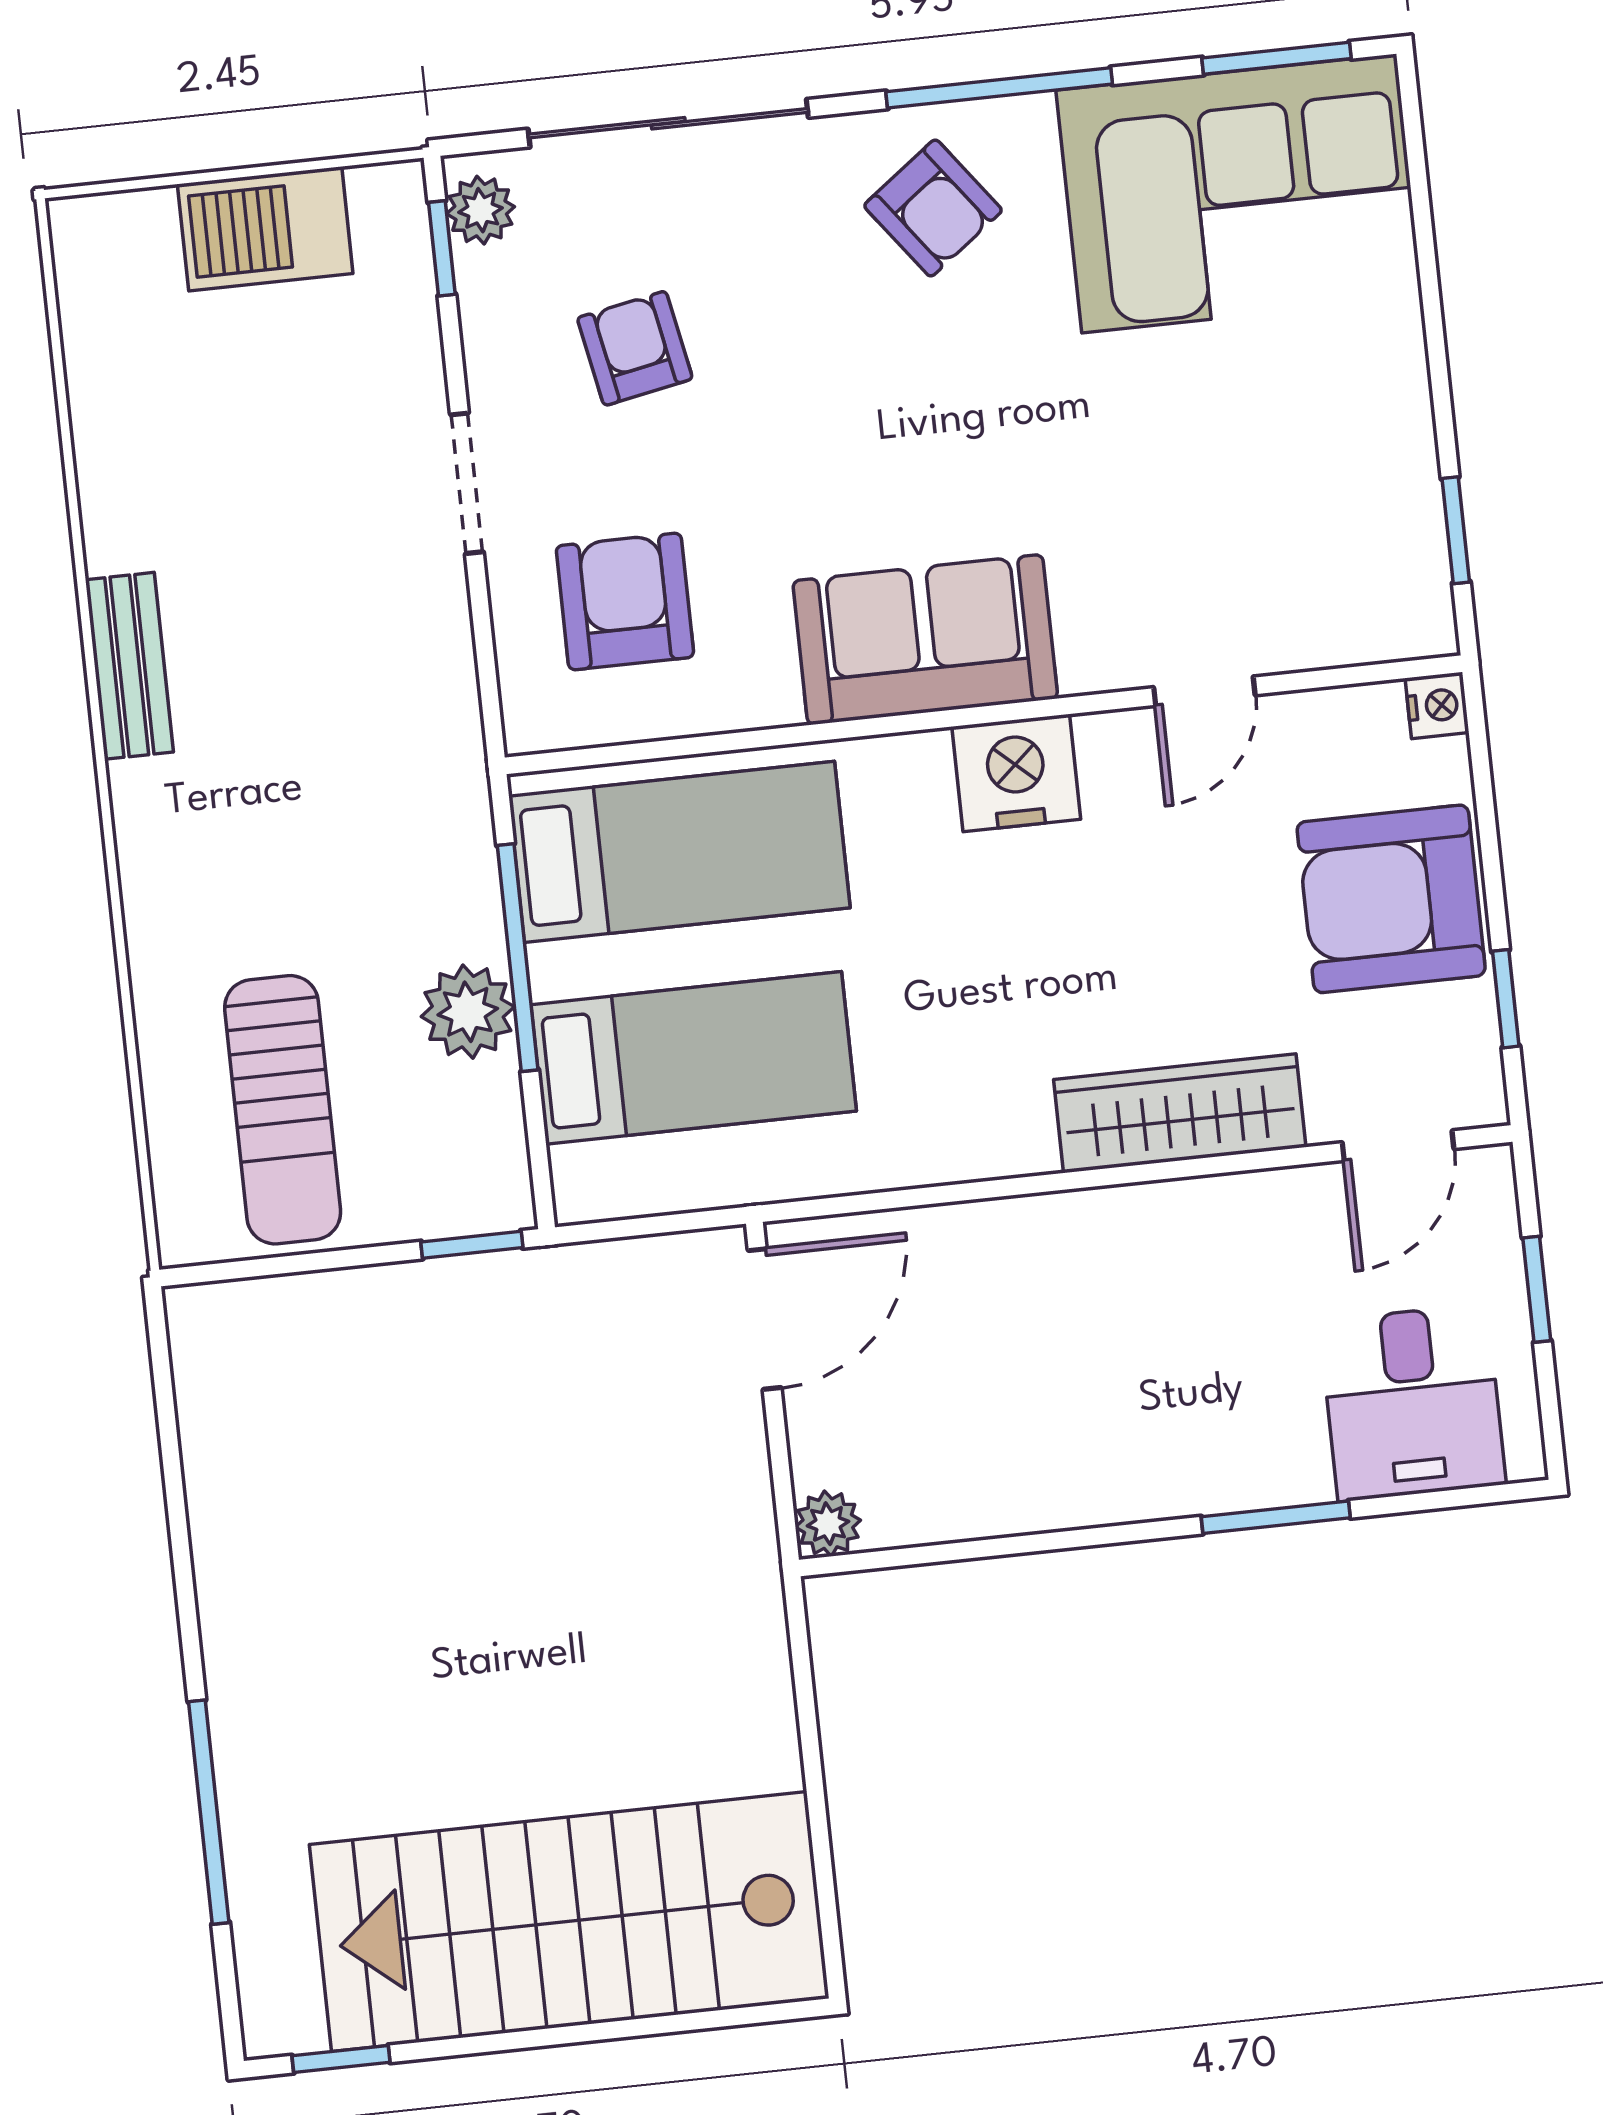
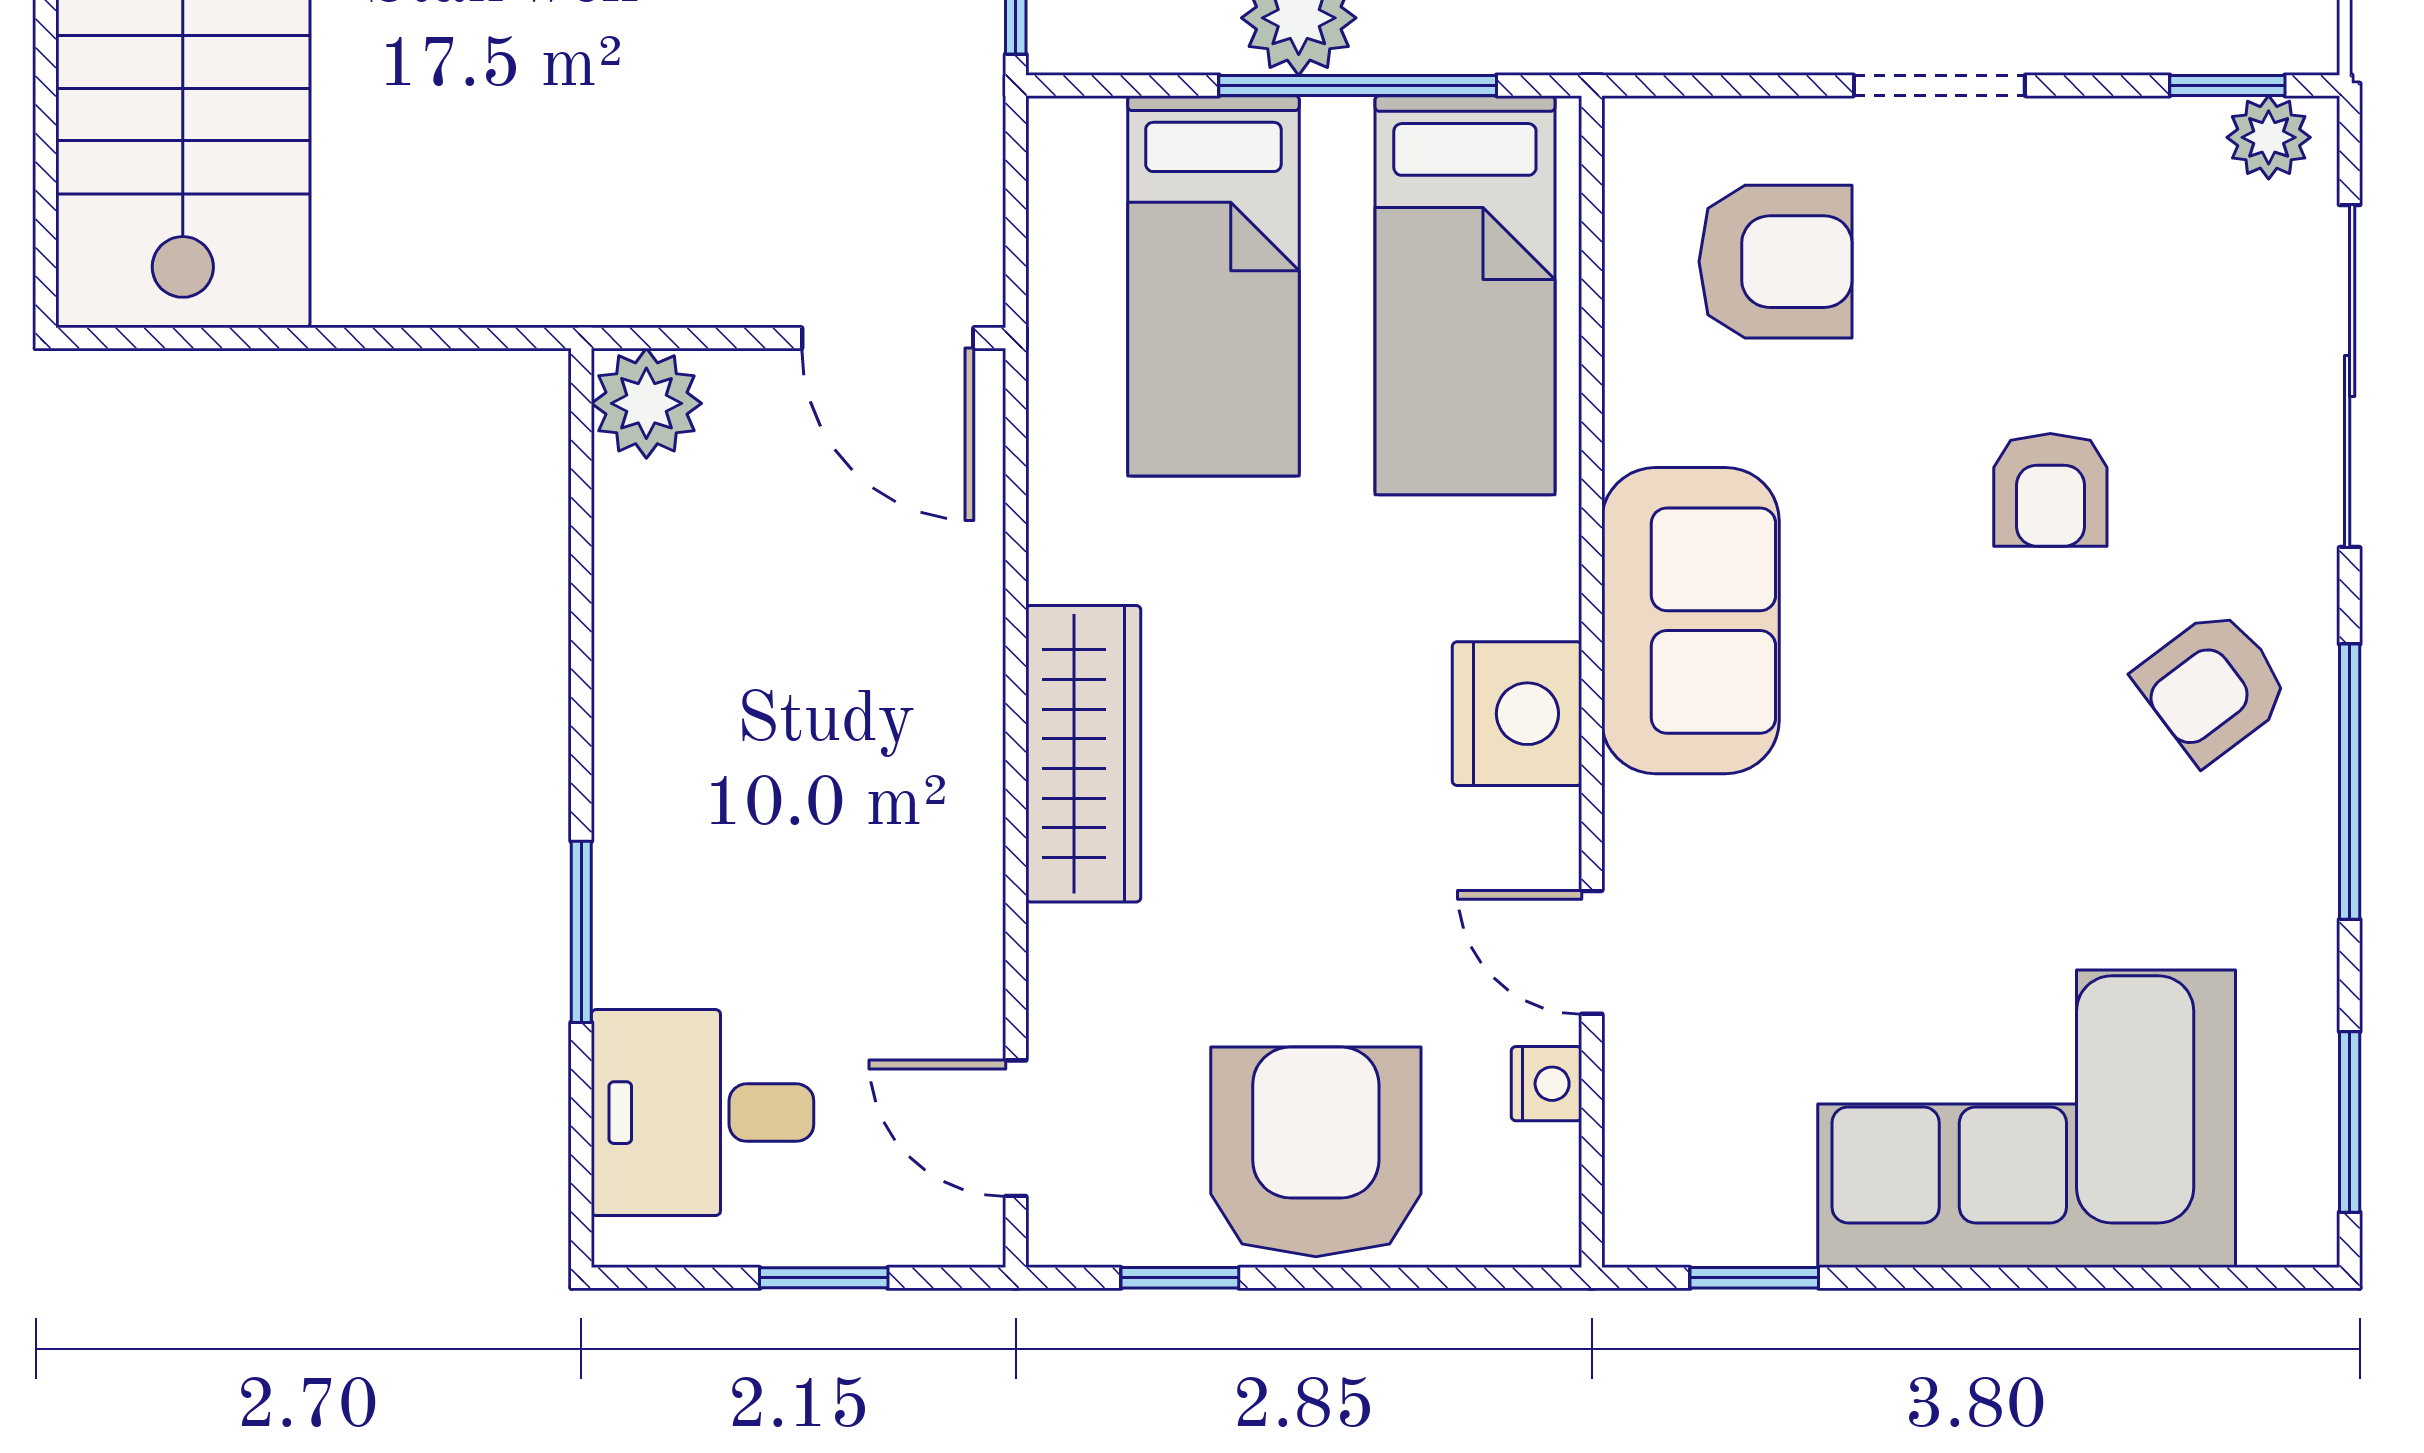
corner sofa: (1239, 193) -> (2027, 1119), moved, turned 90
armchair: (635, 348) -> (2050, 490), moved, turned 101
nightstand: (1437, 705) -> (1546, 1084), moved, turned -90
wardrobe: (1180, 1113) -> (1083, 754), moved
plant: (828, 1524) -> (646, 403), width x1.38, depth x1.38

